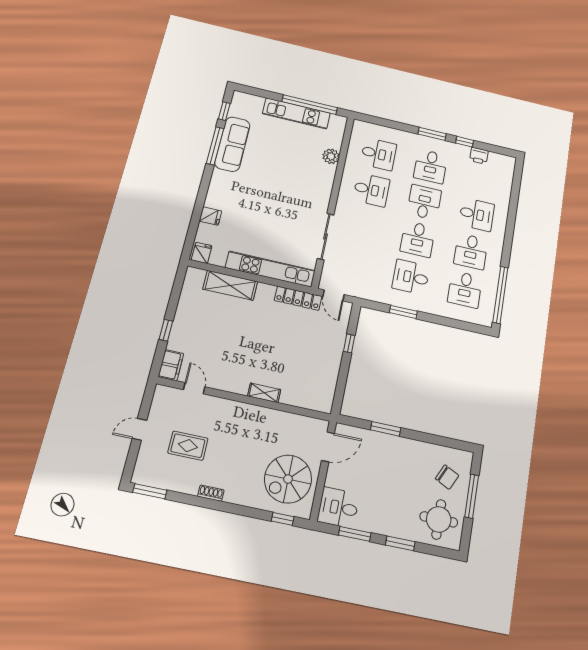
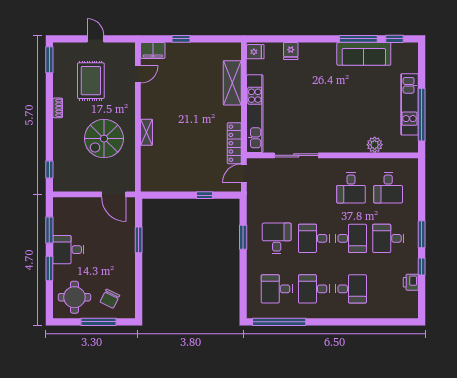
desk: (477, 214) -> (351, 289), turned -90
rug: (188, 446) -> (91, 81), width x1.36, depth x1.43
spiral stairs: (288, 479) -> (104, 139), moved, turned -90
desk: (338, 508) -> (68, 250), moved, turned -90

